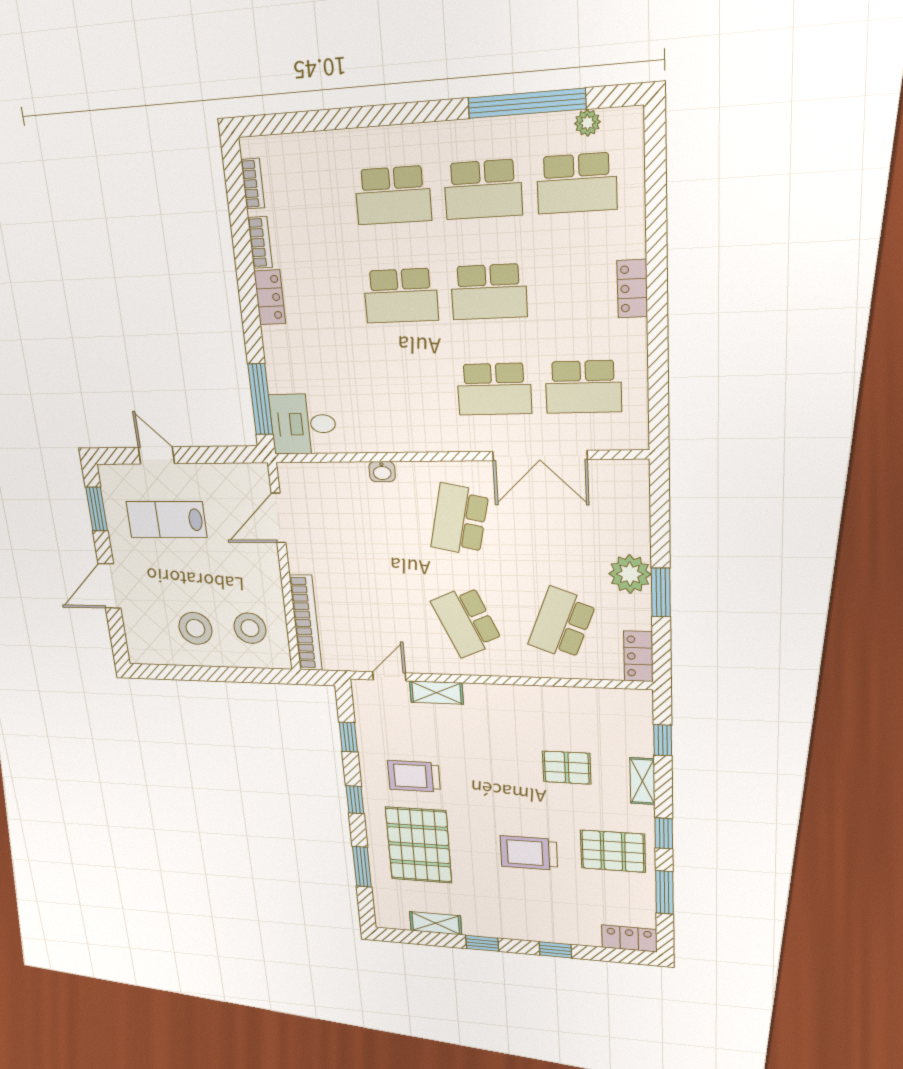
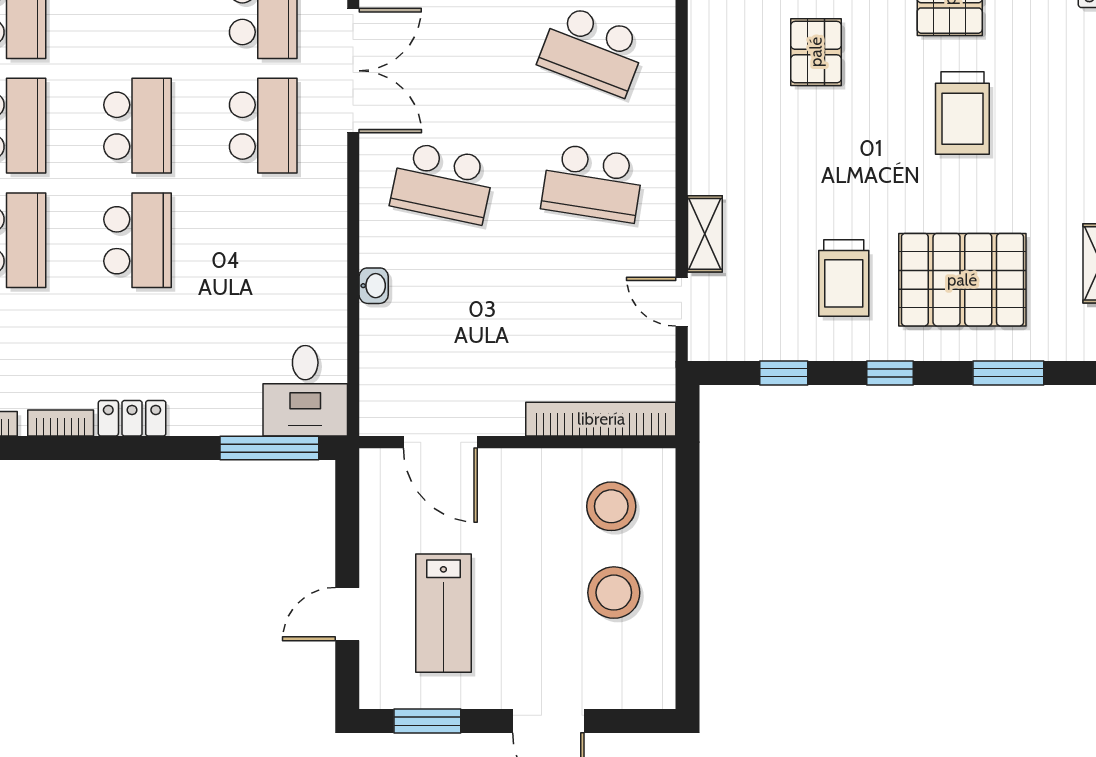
school desk: (467, 621) -> (592, 183), turned 33

